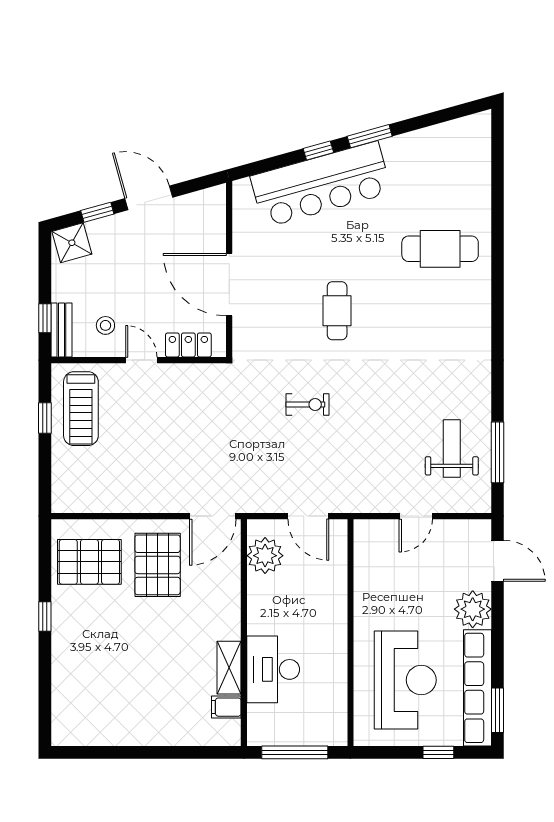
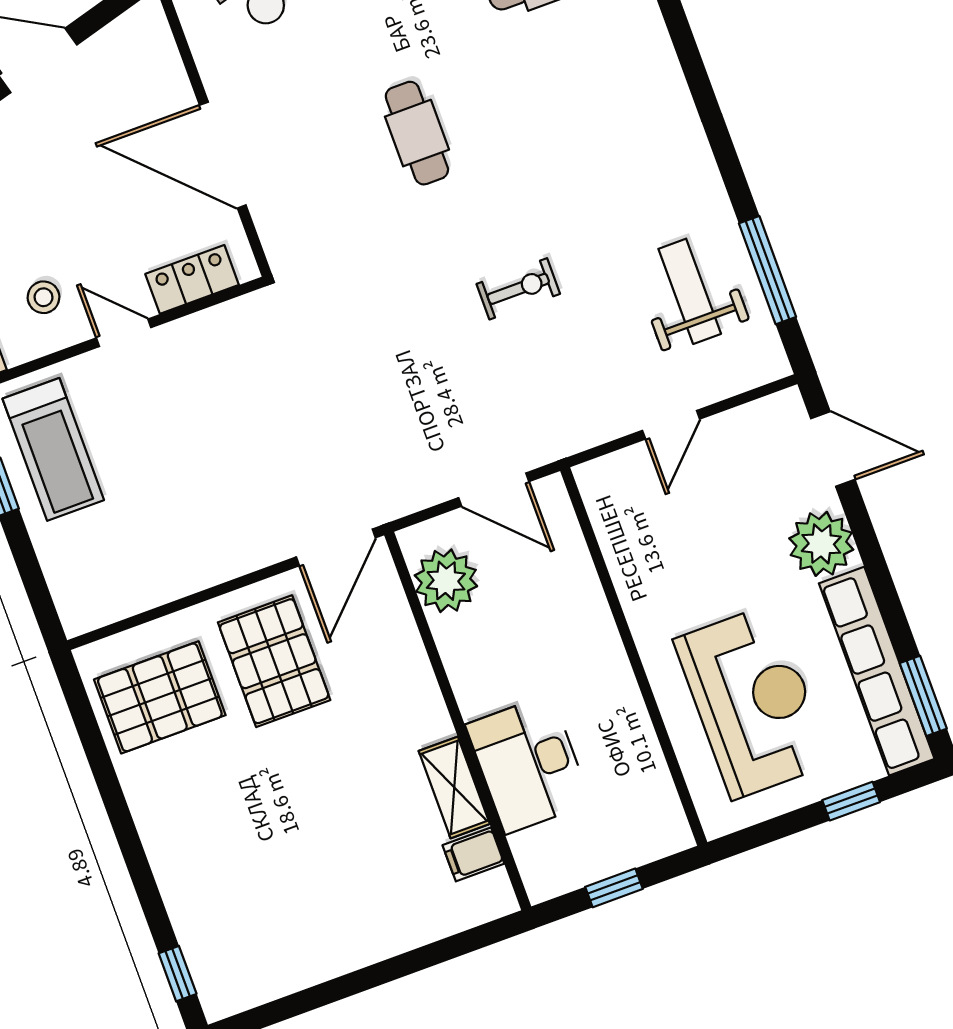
exercise bike: (307, 404) -> (518, 289), moved
window: (45, 616) -> (178, 974), moved
window: (295, 752) -> (614, 888), width x0.46

